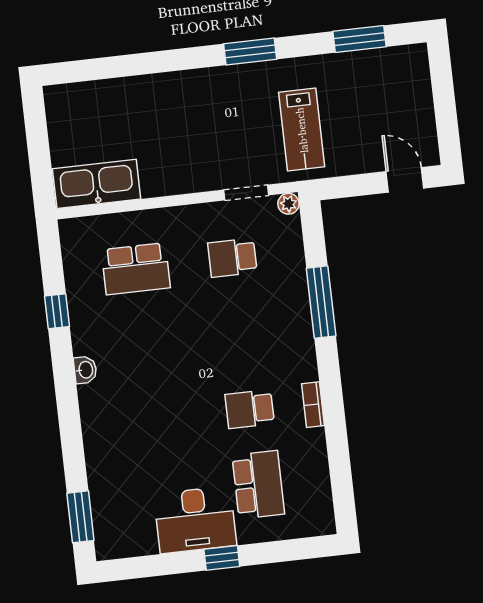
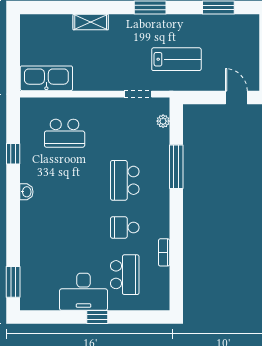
shelving: (157, 86) -> (91, 22), added
lab bench: (302, 130) -> (176, 59), turned -90
plant: (288, 204) -> (163, 121), moved
school desk: (232, 258) -> (125, 180), moved, width x1.85
bookcase: (313, 405) -> (164, 252), moved

